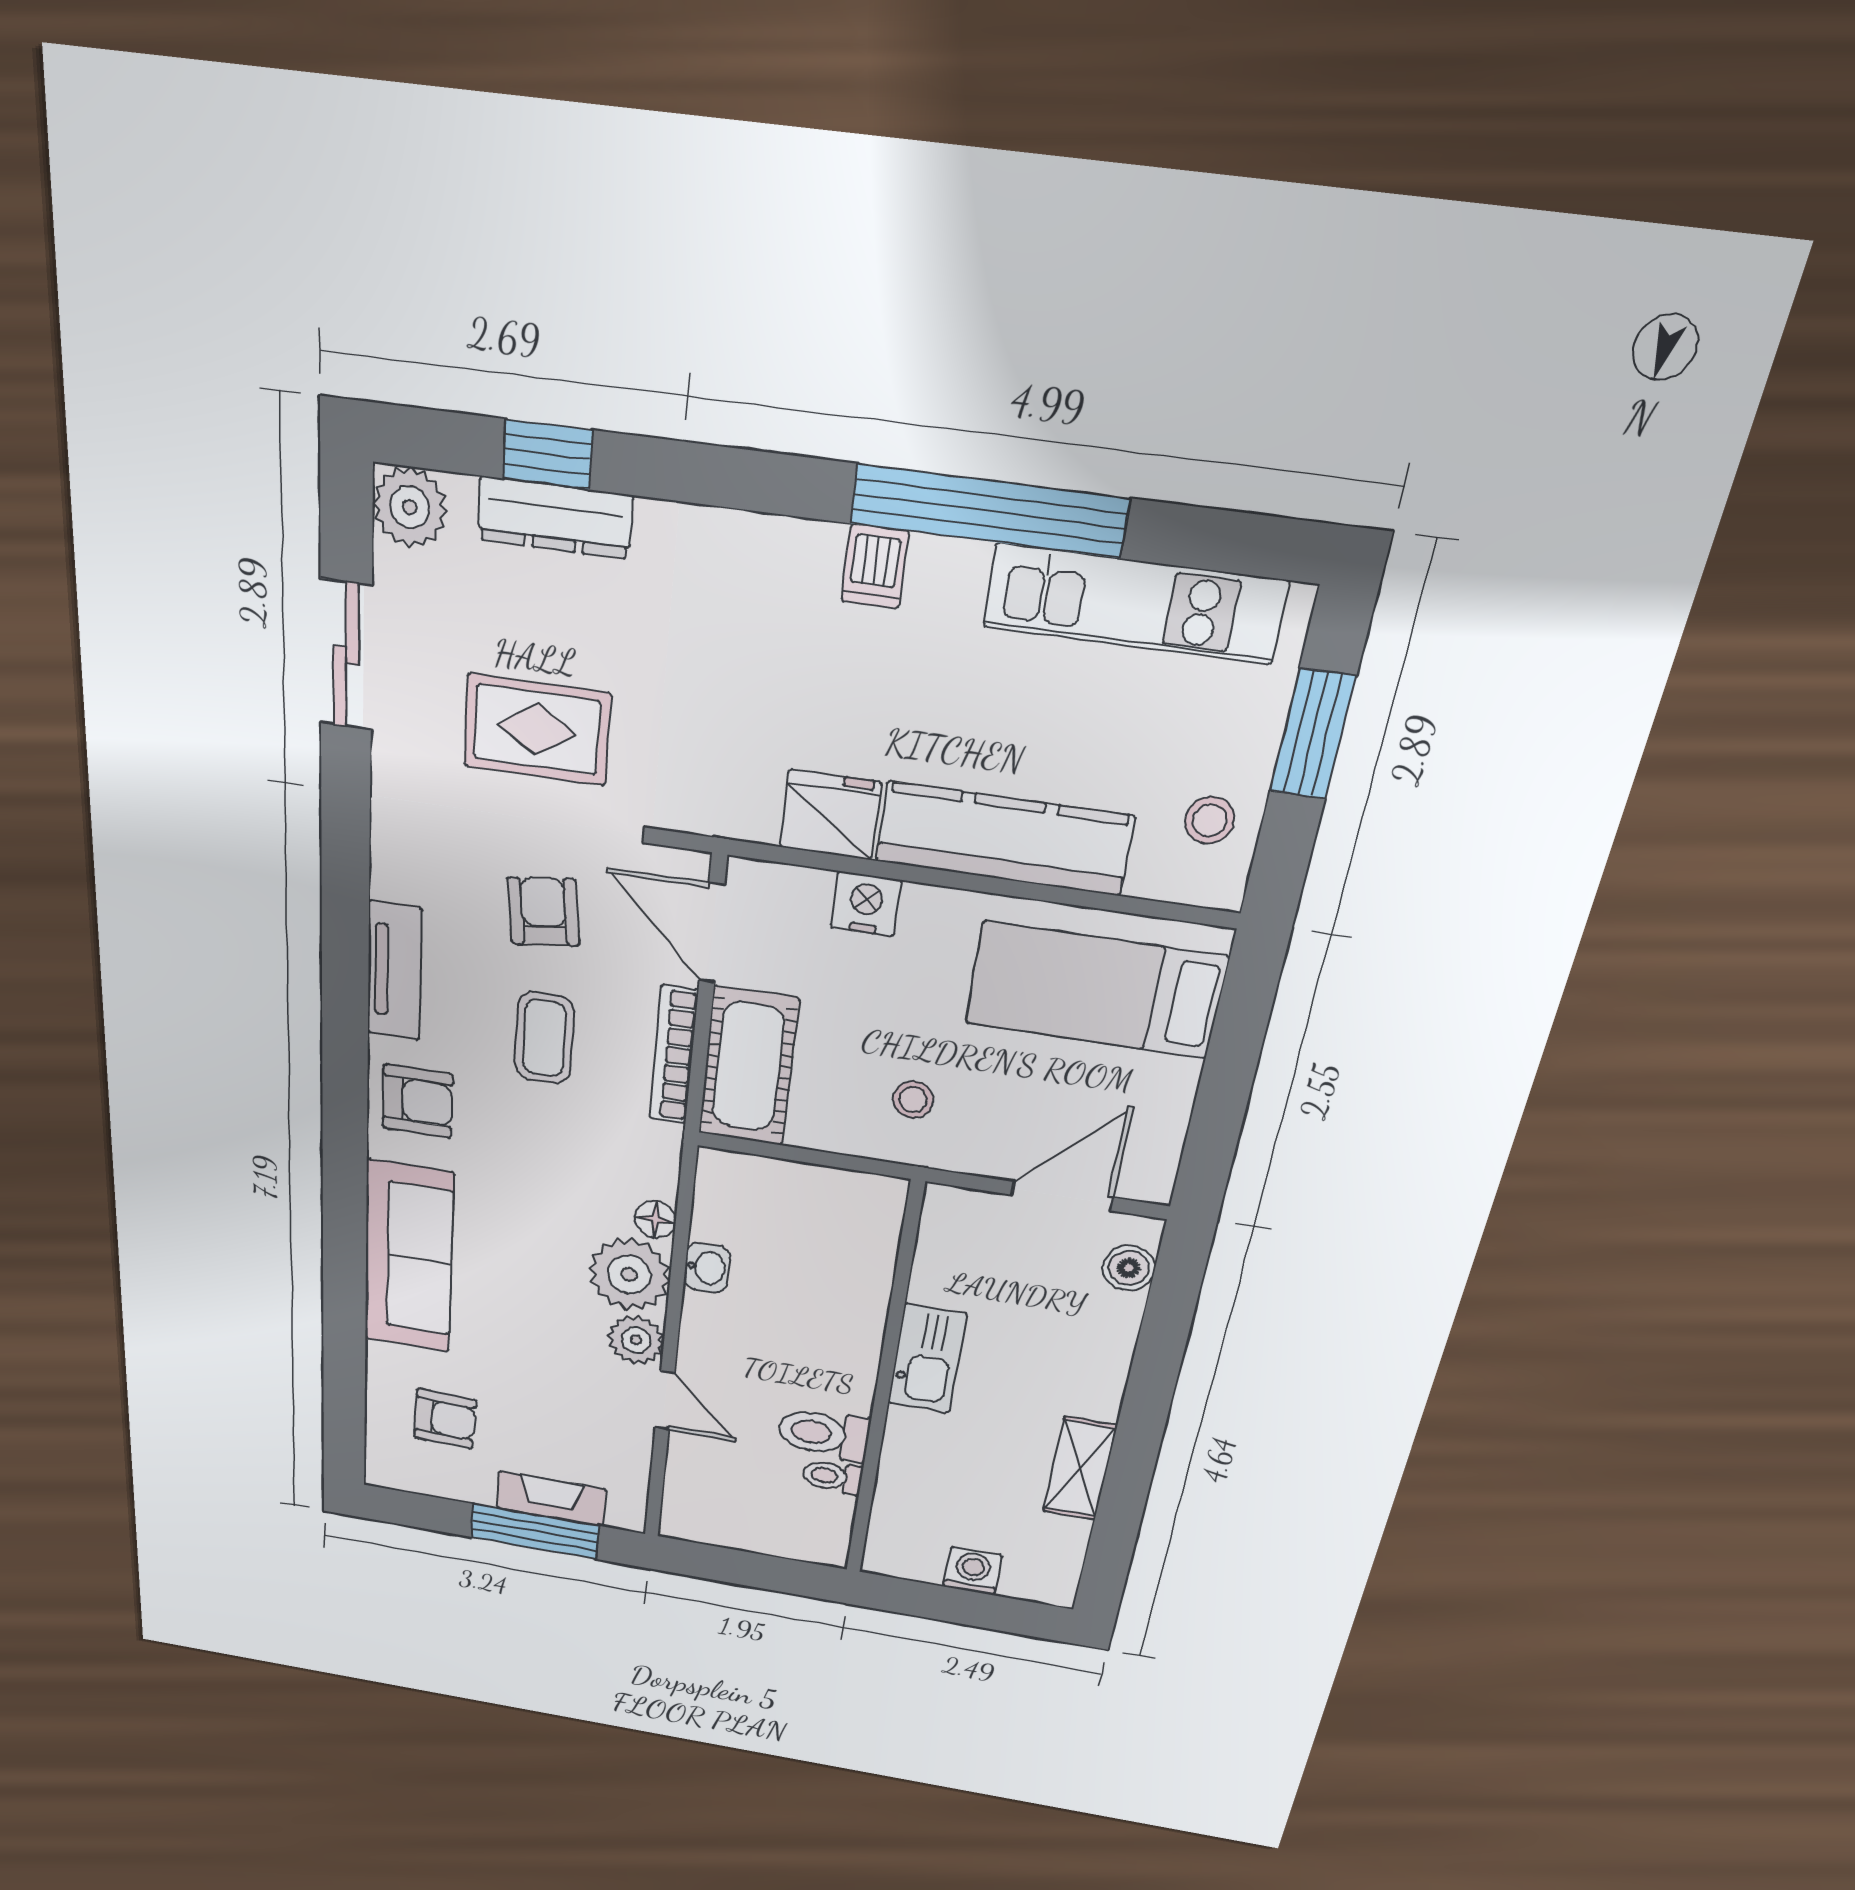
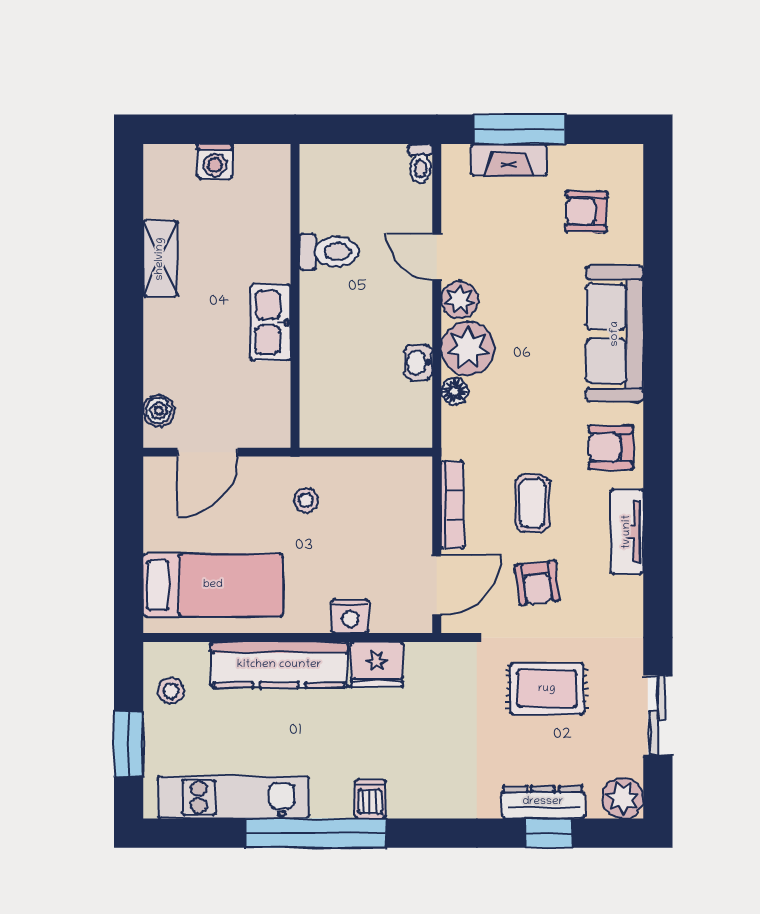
door: (712, 933) -> (437, 585), hinge flipped
cot: (748, 1067) -> (407, 505), removed
toilet: (832, 1477) -> (420, 163), moved, turned 90

